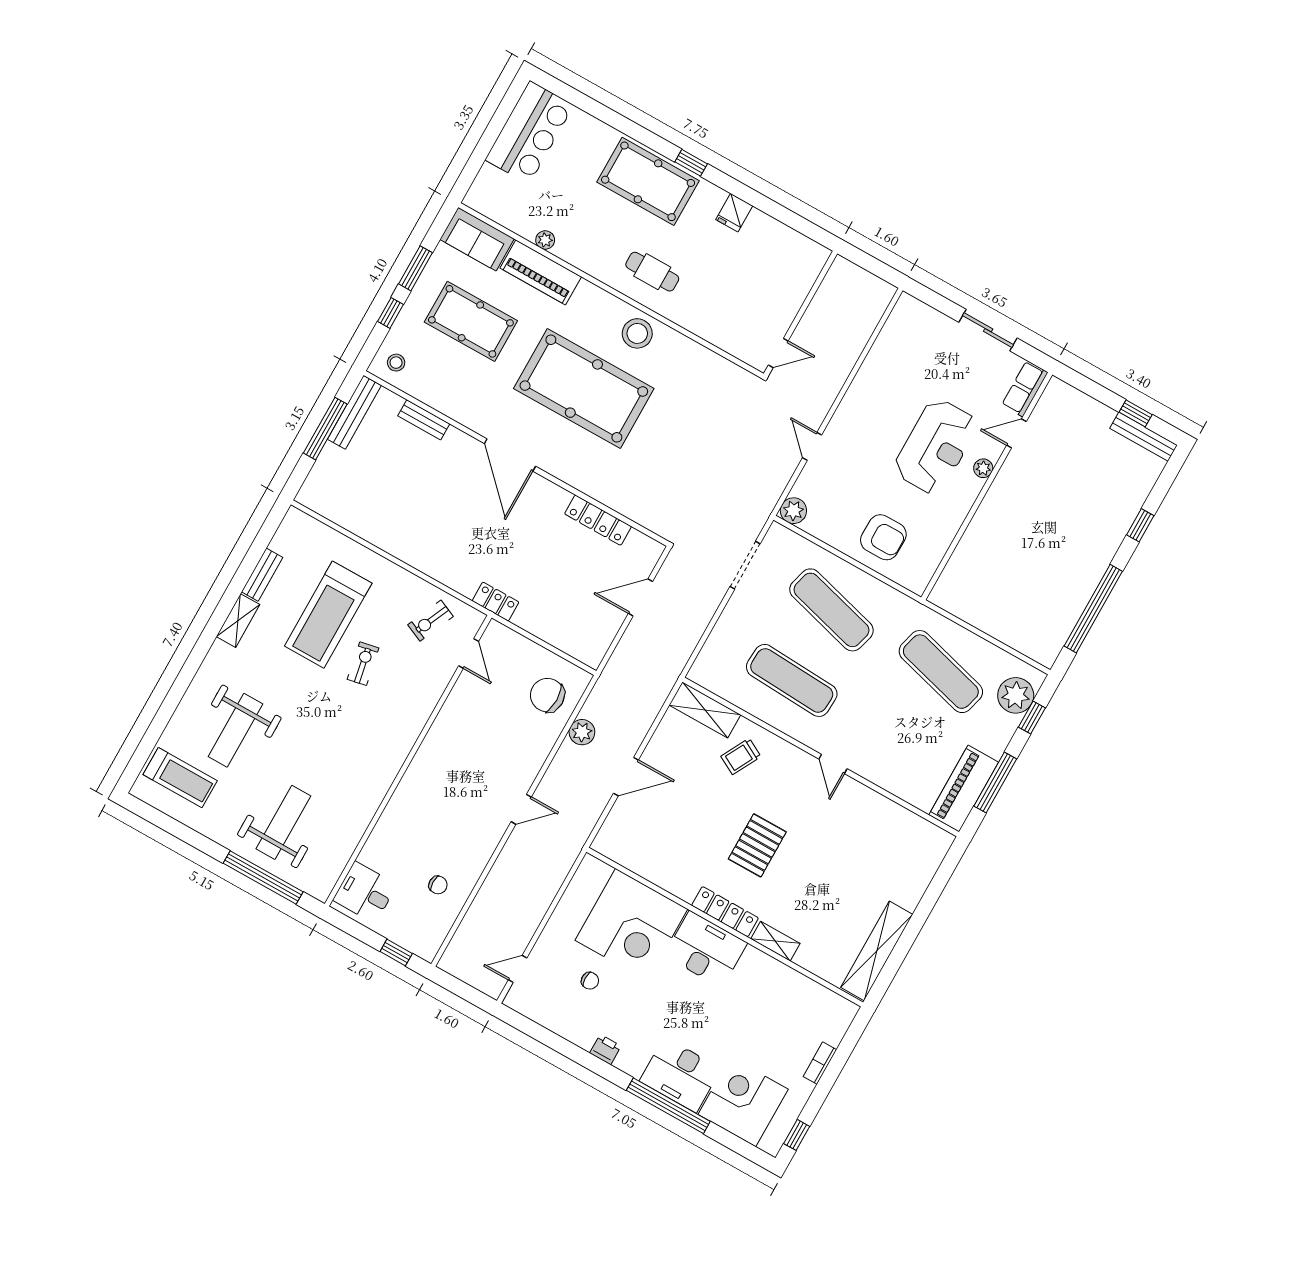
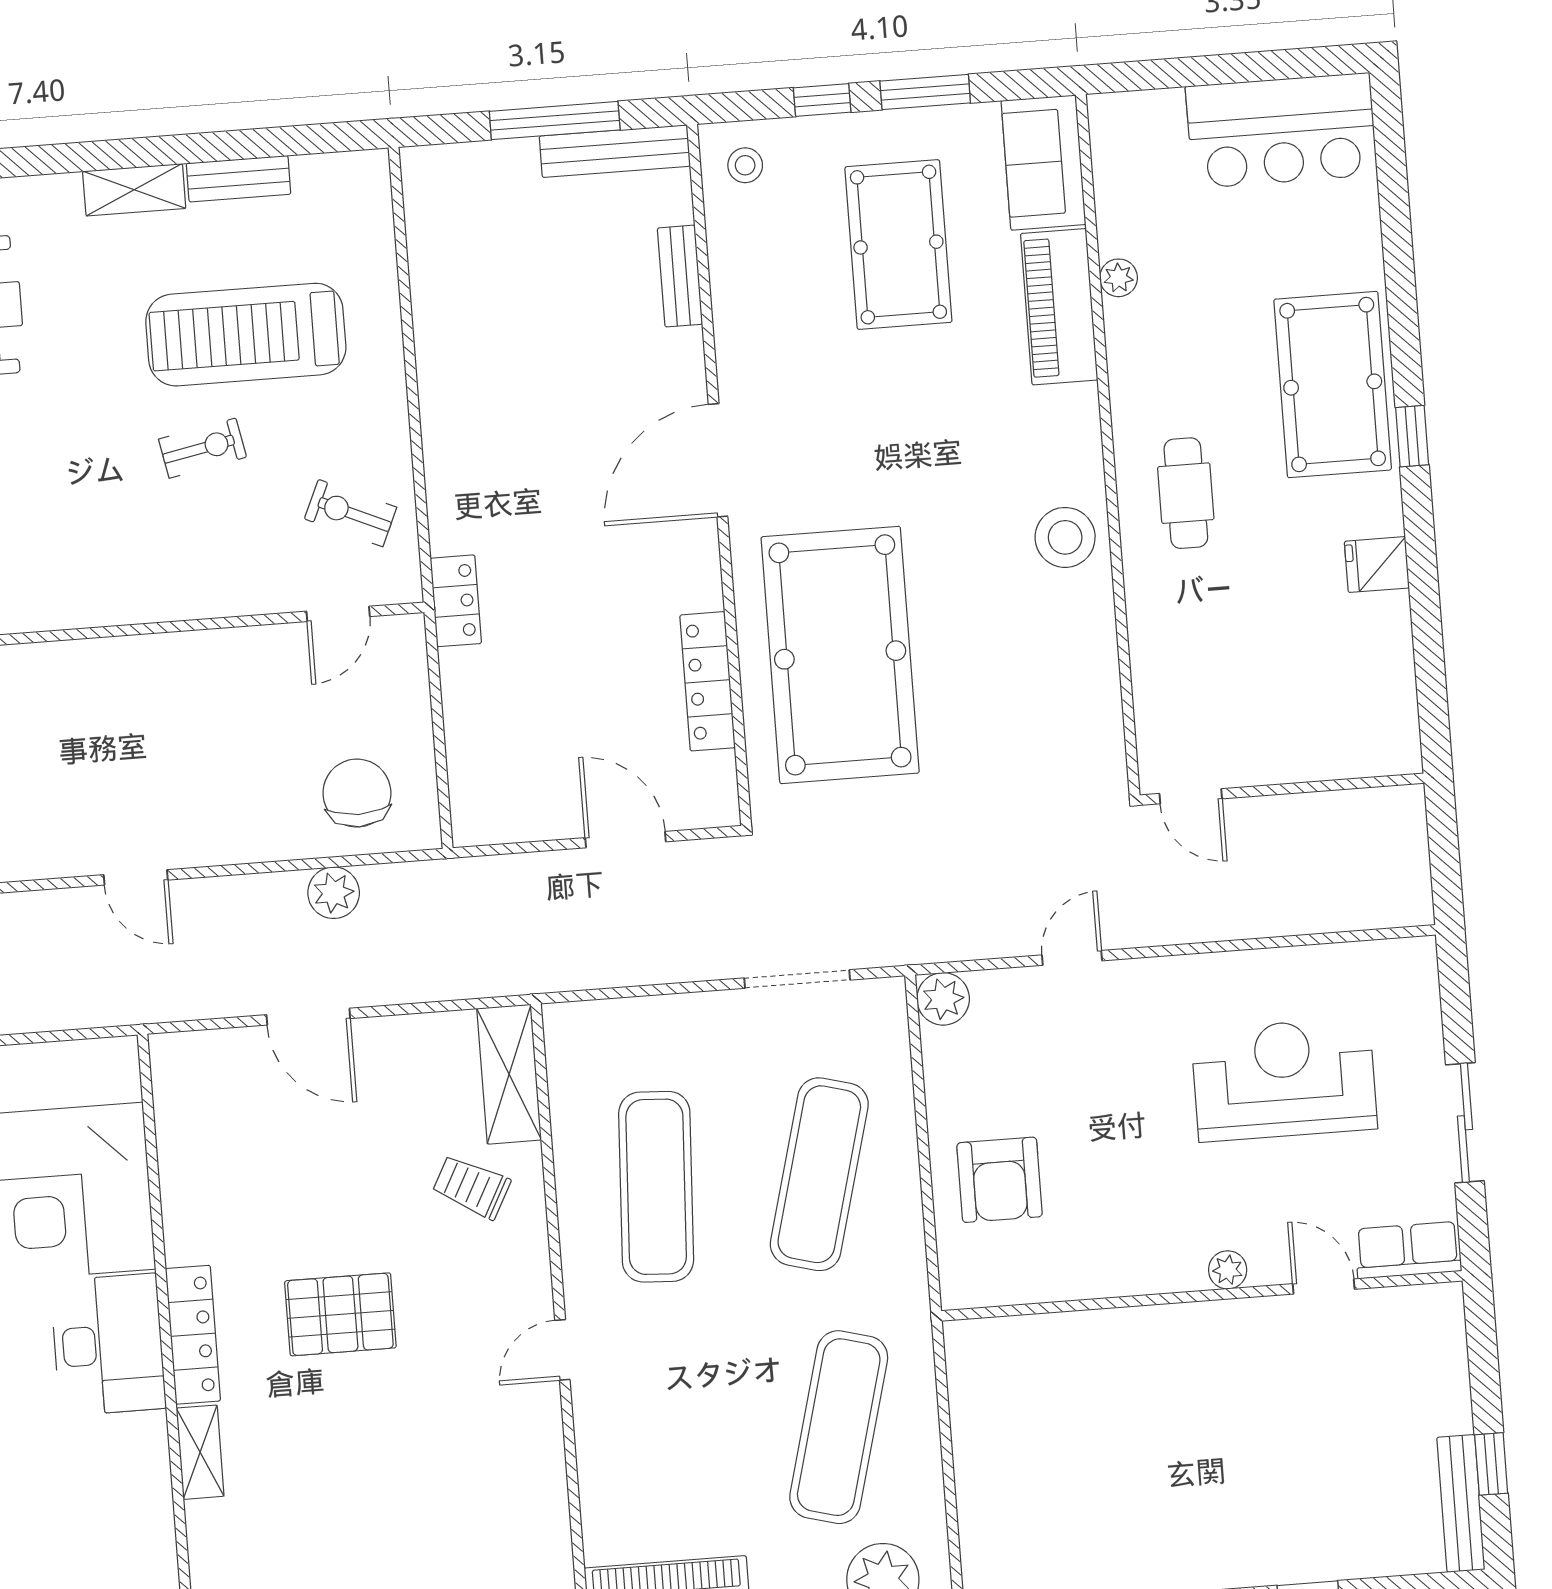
pool table: (584, 389) -> (840, 655), moved
reception desk: (936, 446) -> (1284, 1079), moved, turned 180

